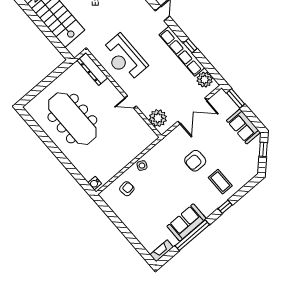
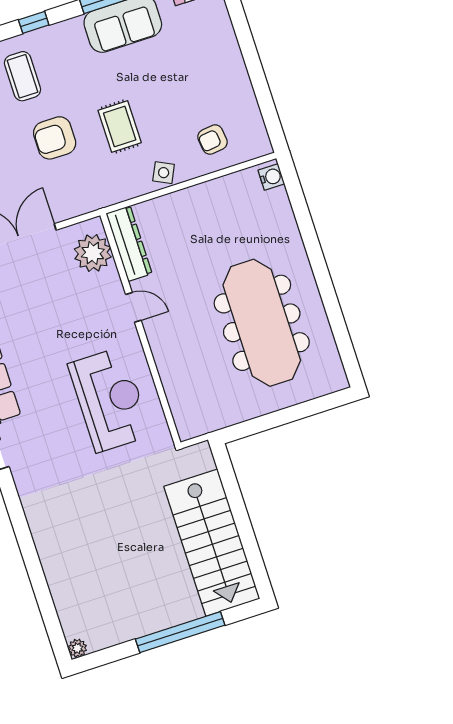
dresser: (93, 69) -> (129, 244), moved
armchair: (195, 161) -> (55, 138), turned 180
rug: (169, 177) -> (120, 126), added

